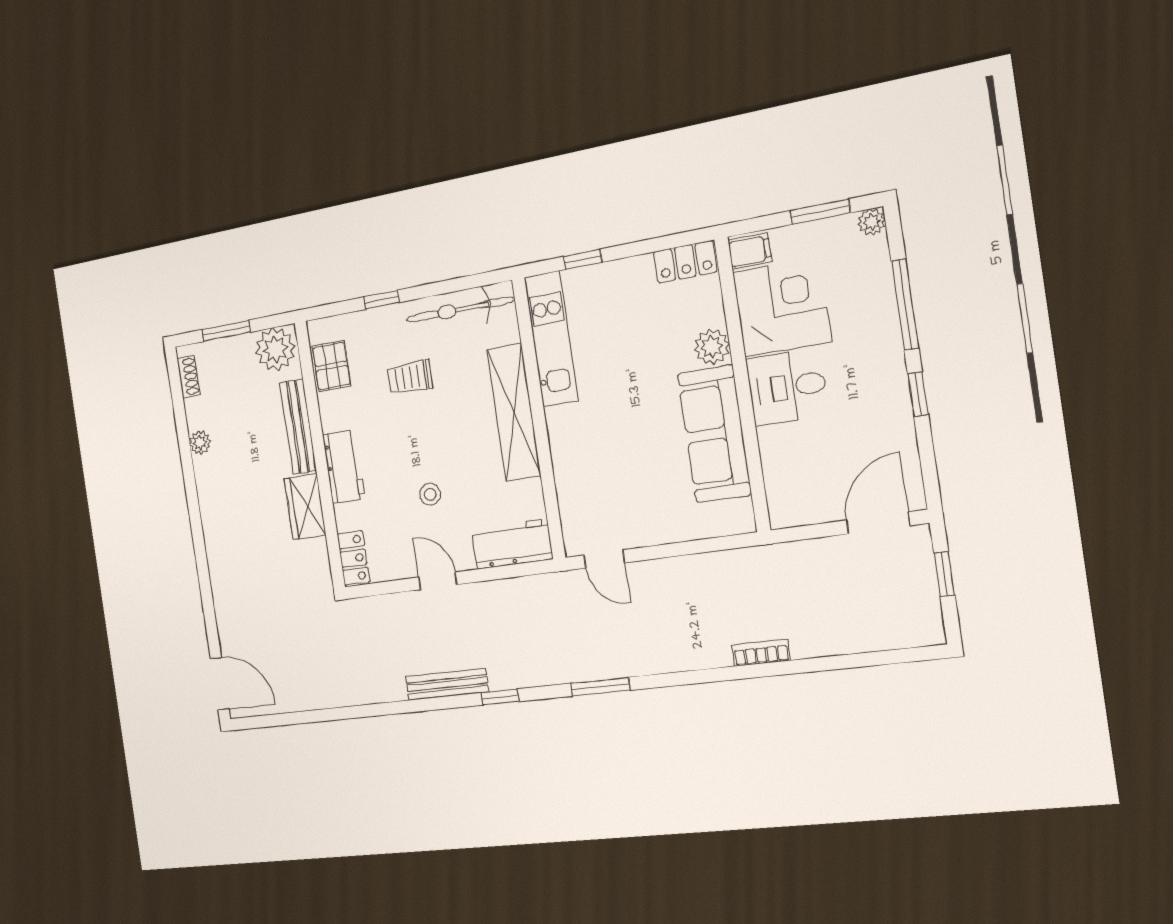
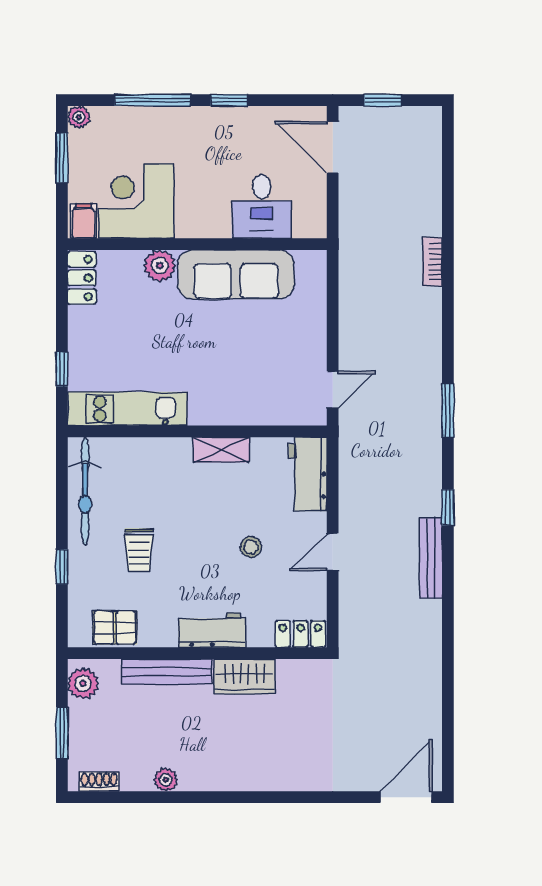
plant: (275, 349) -> (83, 684), width x0.73, depth x0.73
desk: (787, 387) -> (262, 206), moved
shelving: (514, 412) -> (221, 450), width x0.45, depth x0.75

